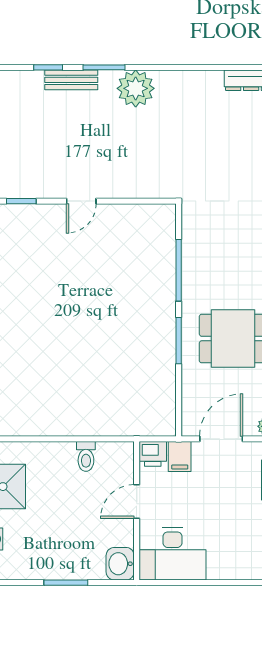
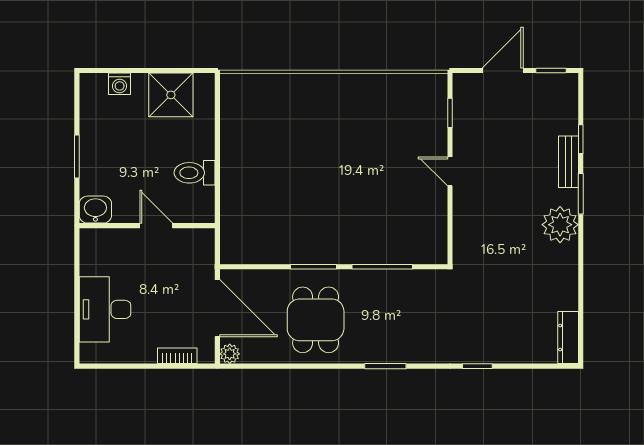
door: (221, 439) -> (217, 308), width x1.36
printer: (153, 454) -> (203, 241), removed
toilet: (86, 456) -> (195, 173), width x1.37, depth x1.39
filing cabinet: (180, 456) -> (200, 268), removed
desk: (172, 554) -> (105, 309), moved

